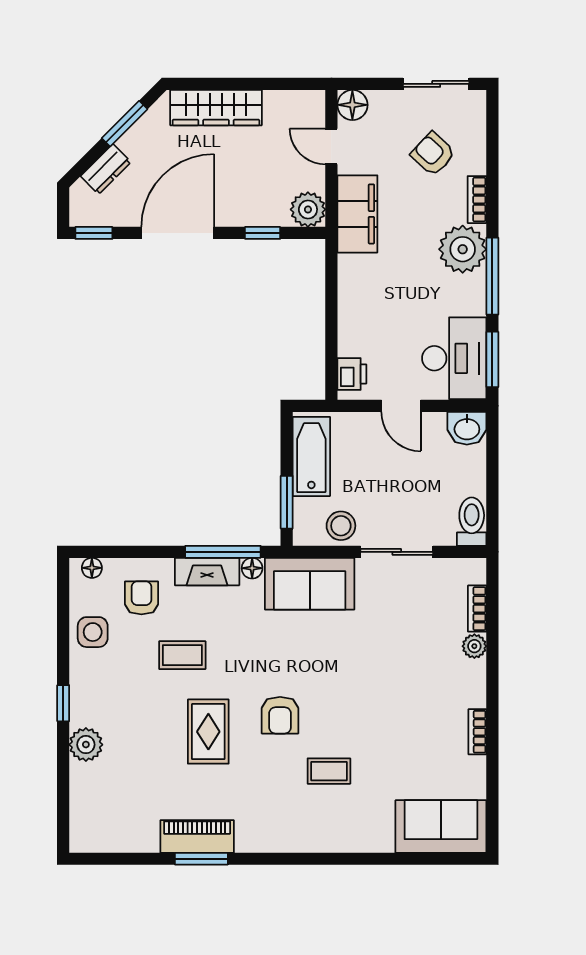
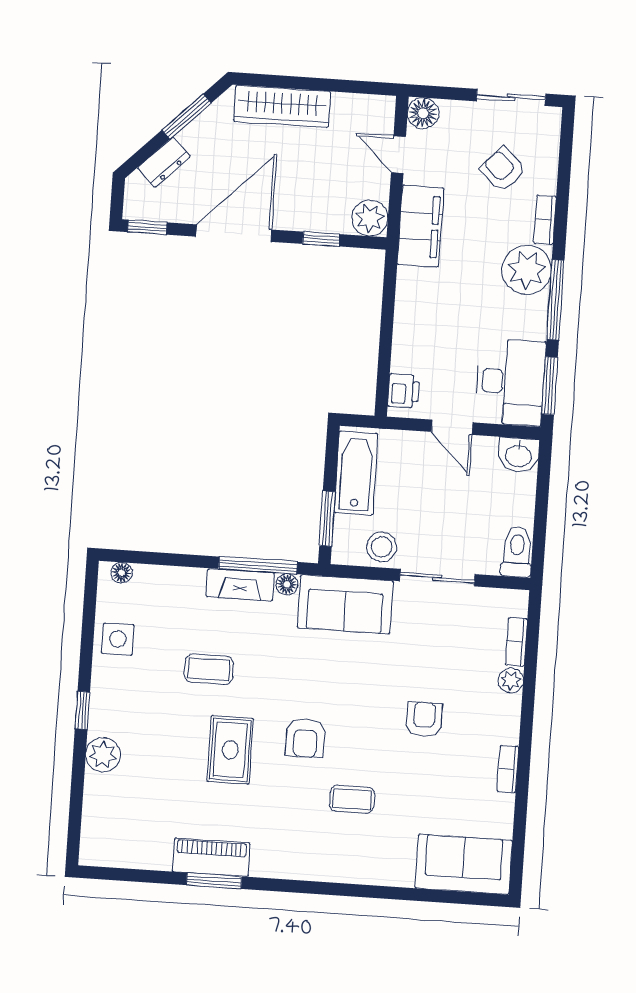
armchair: (141, 598) -> (424, 719), moved

